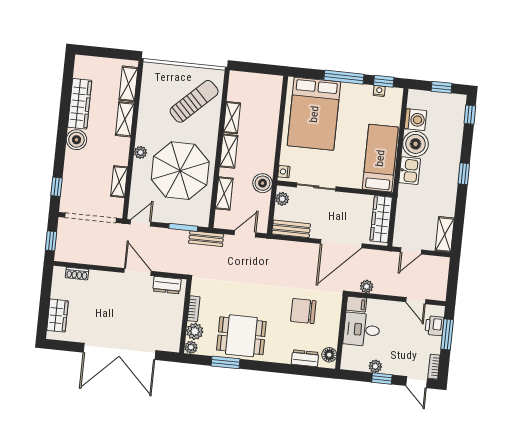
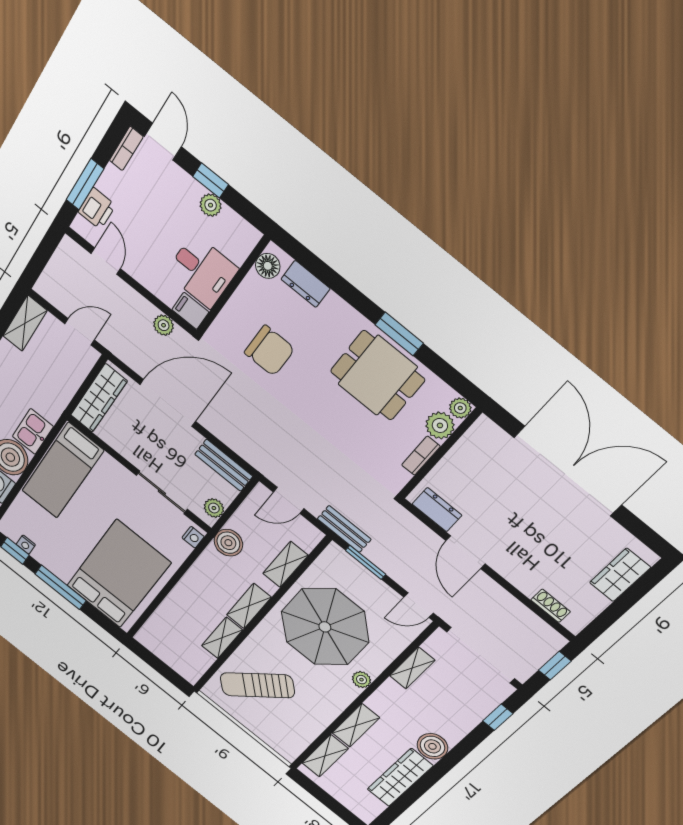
window: (226, 362) -> (399, 334), moved

